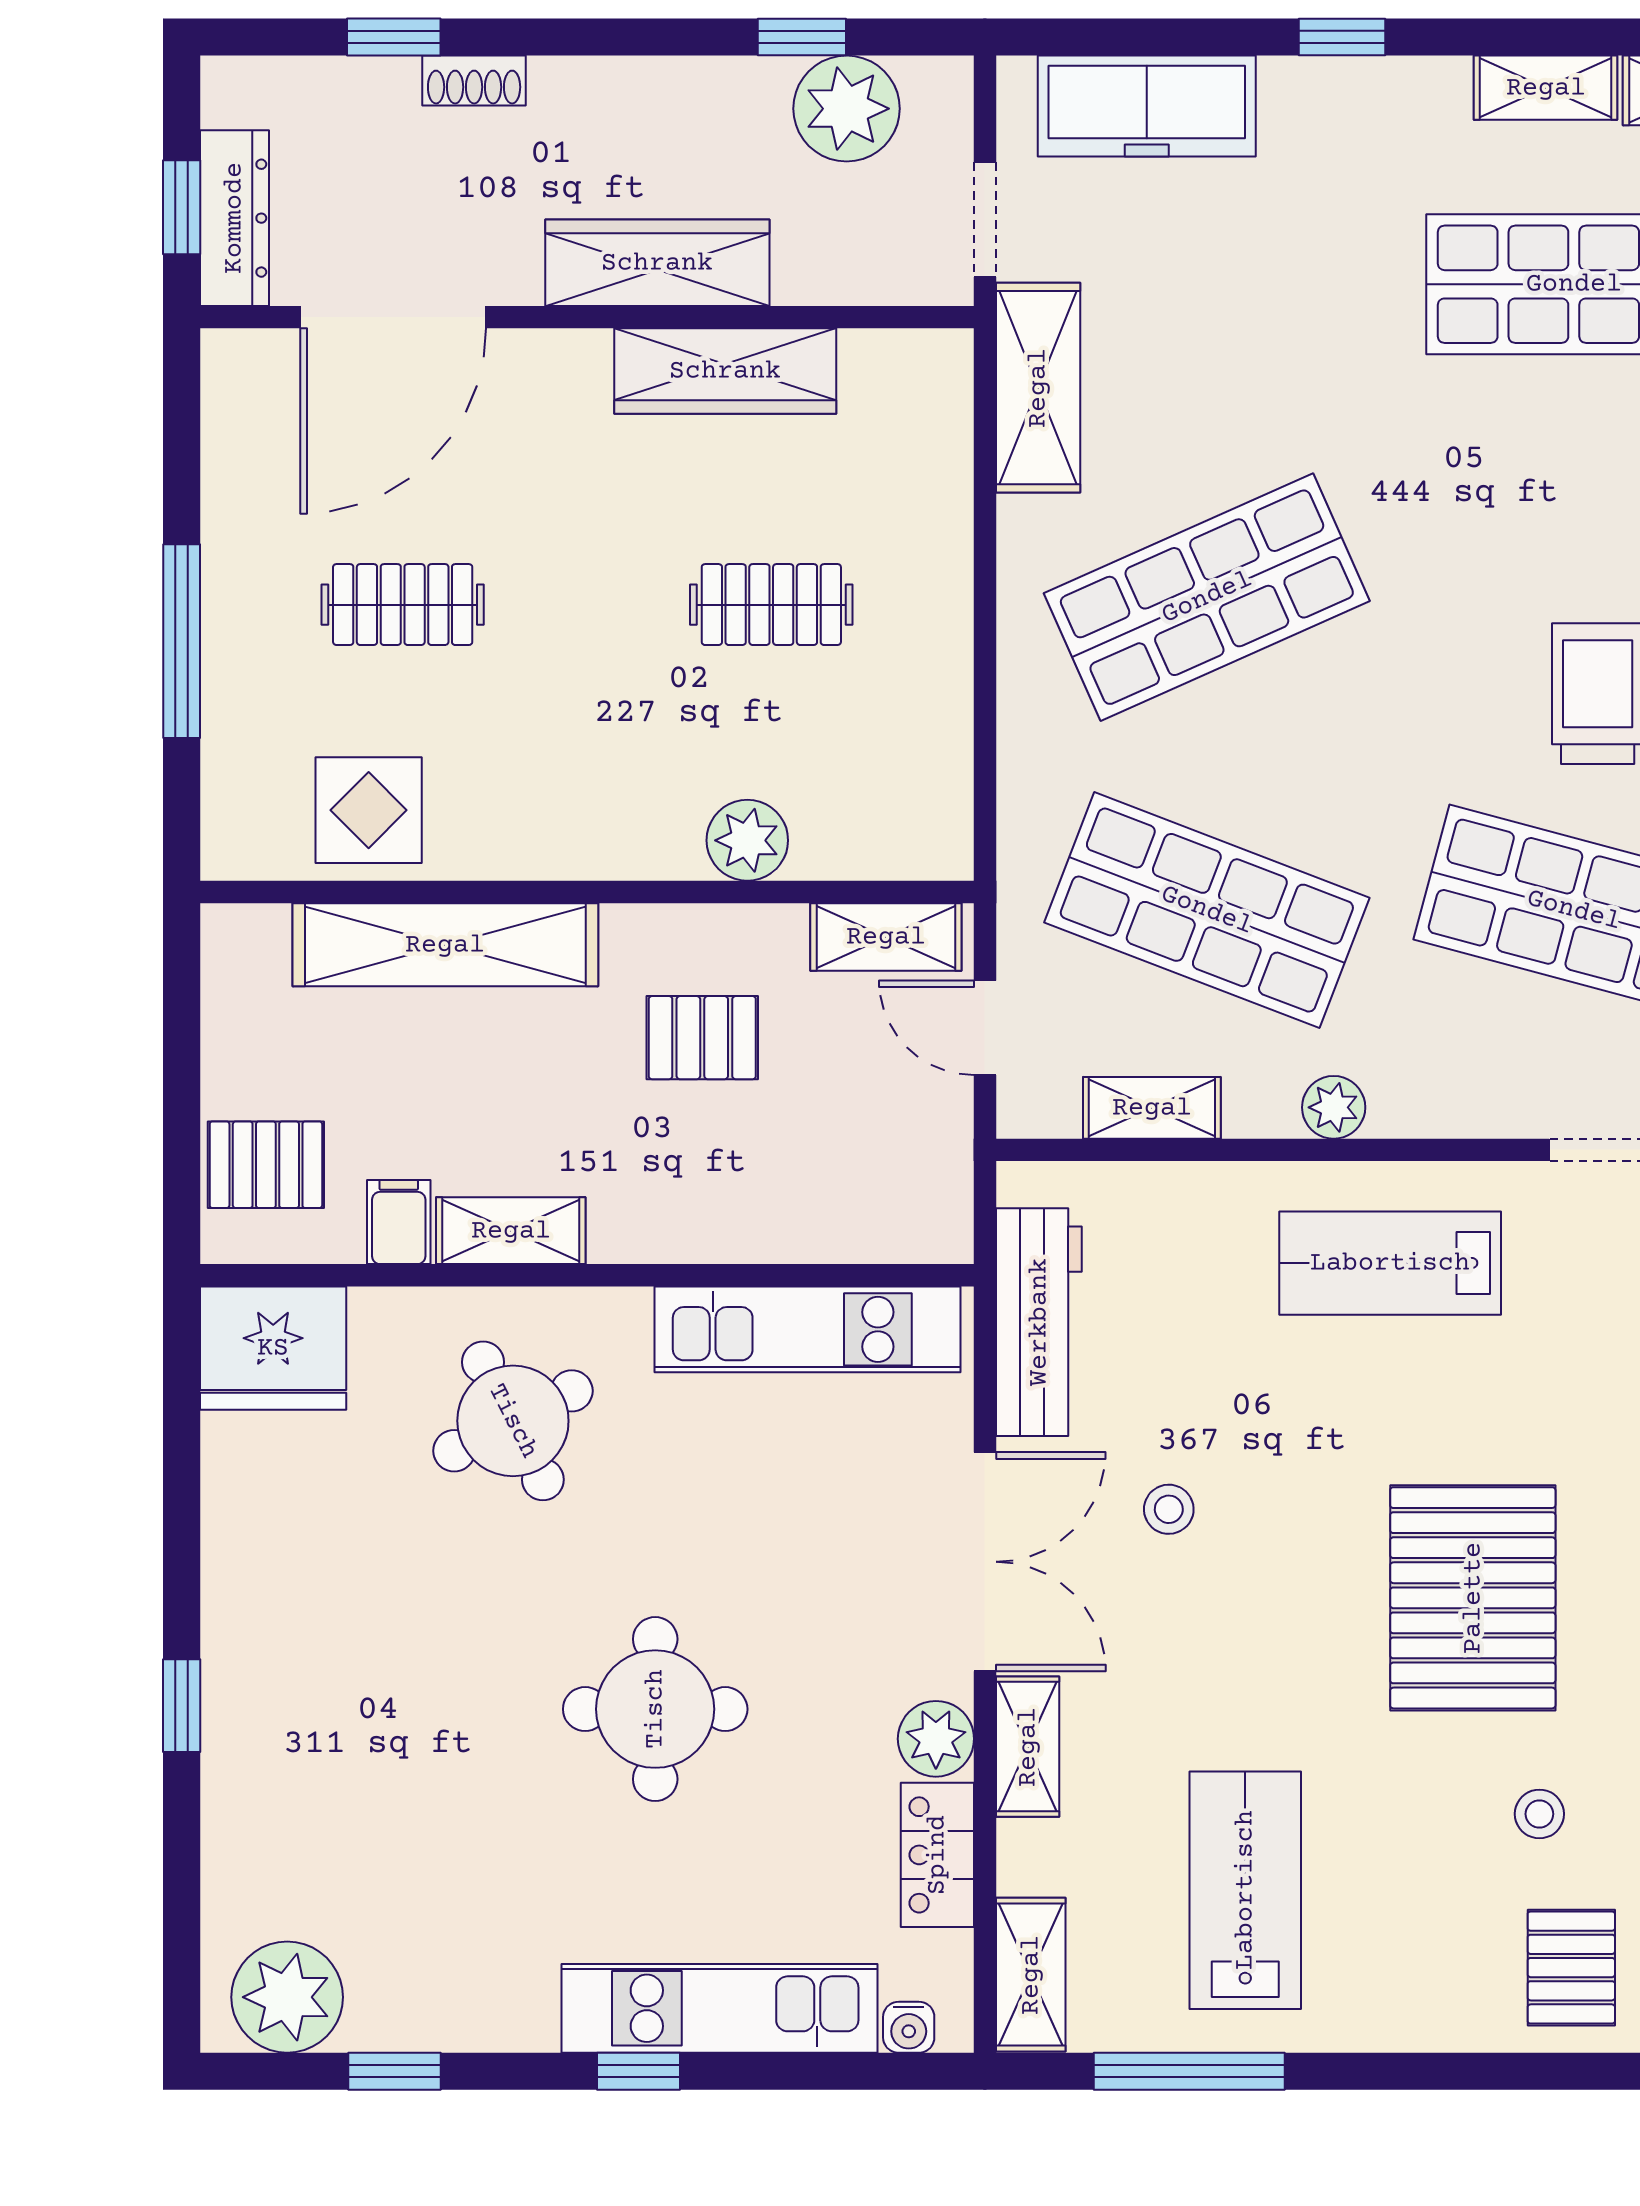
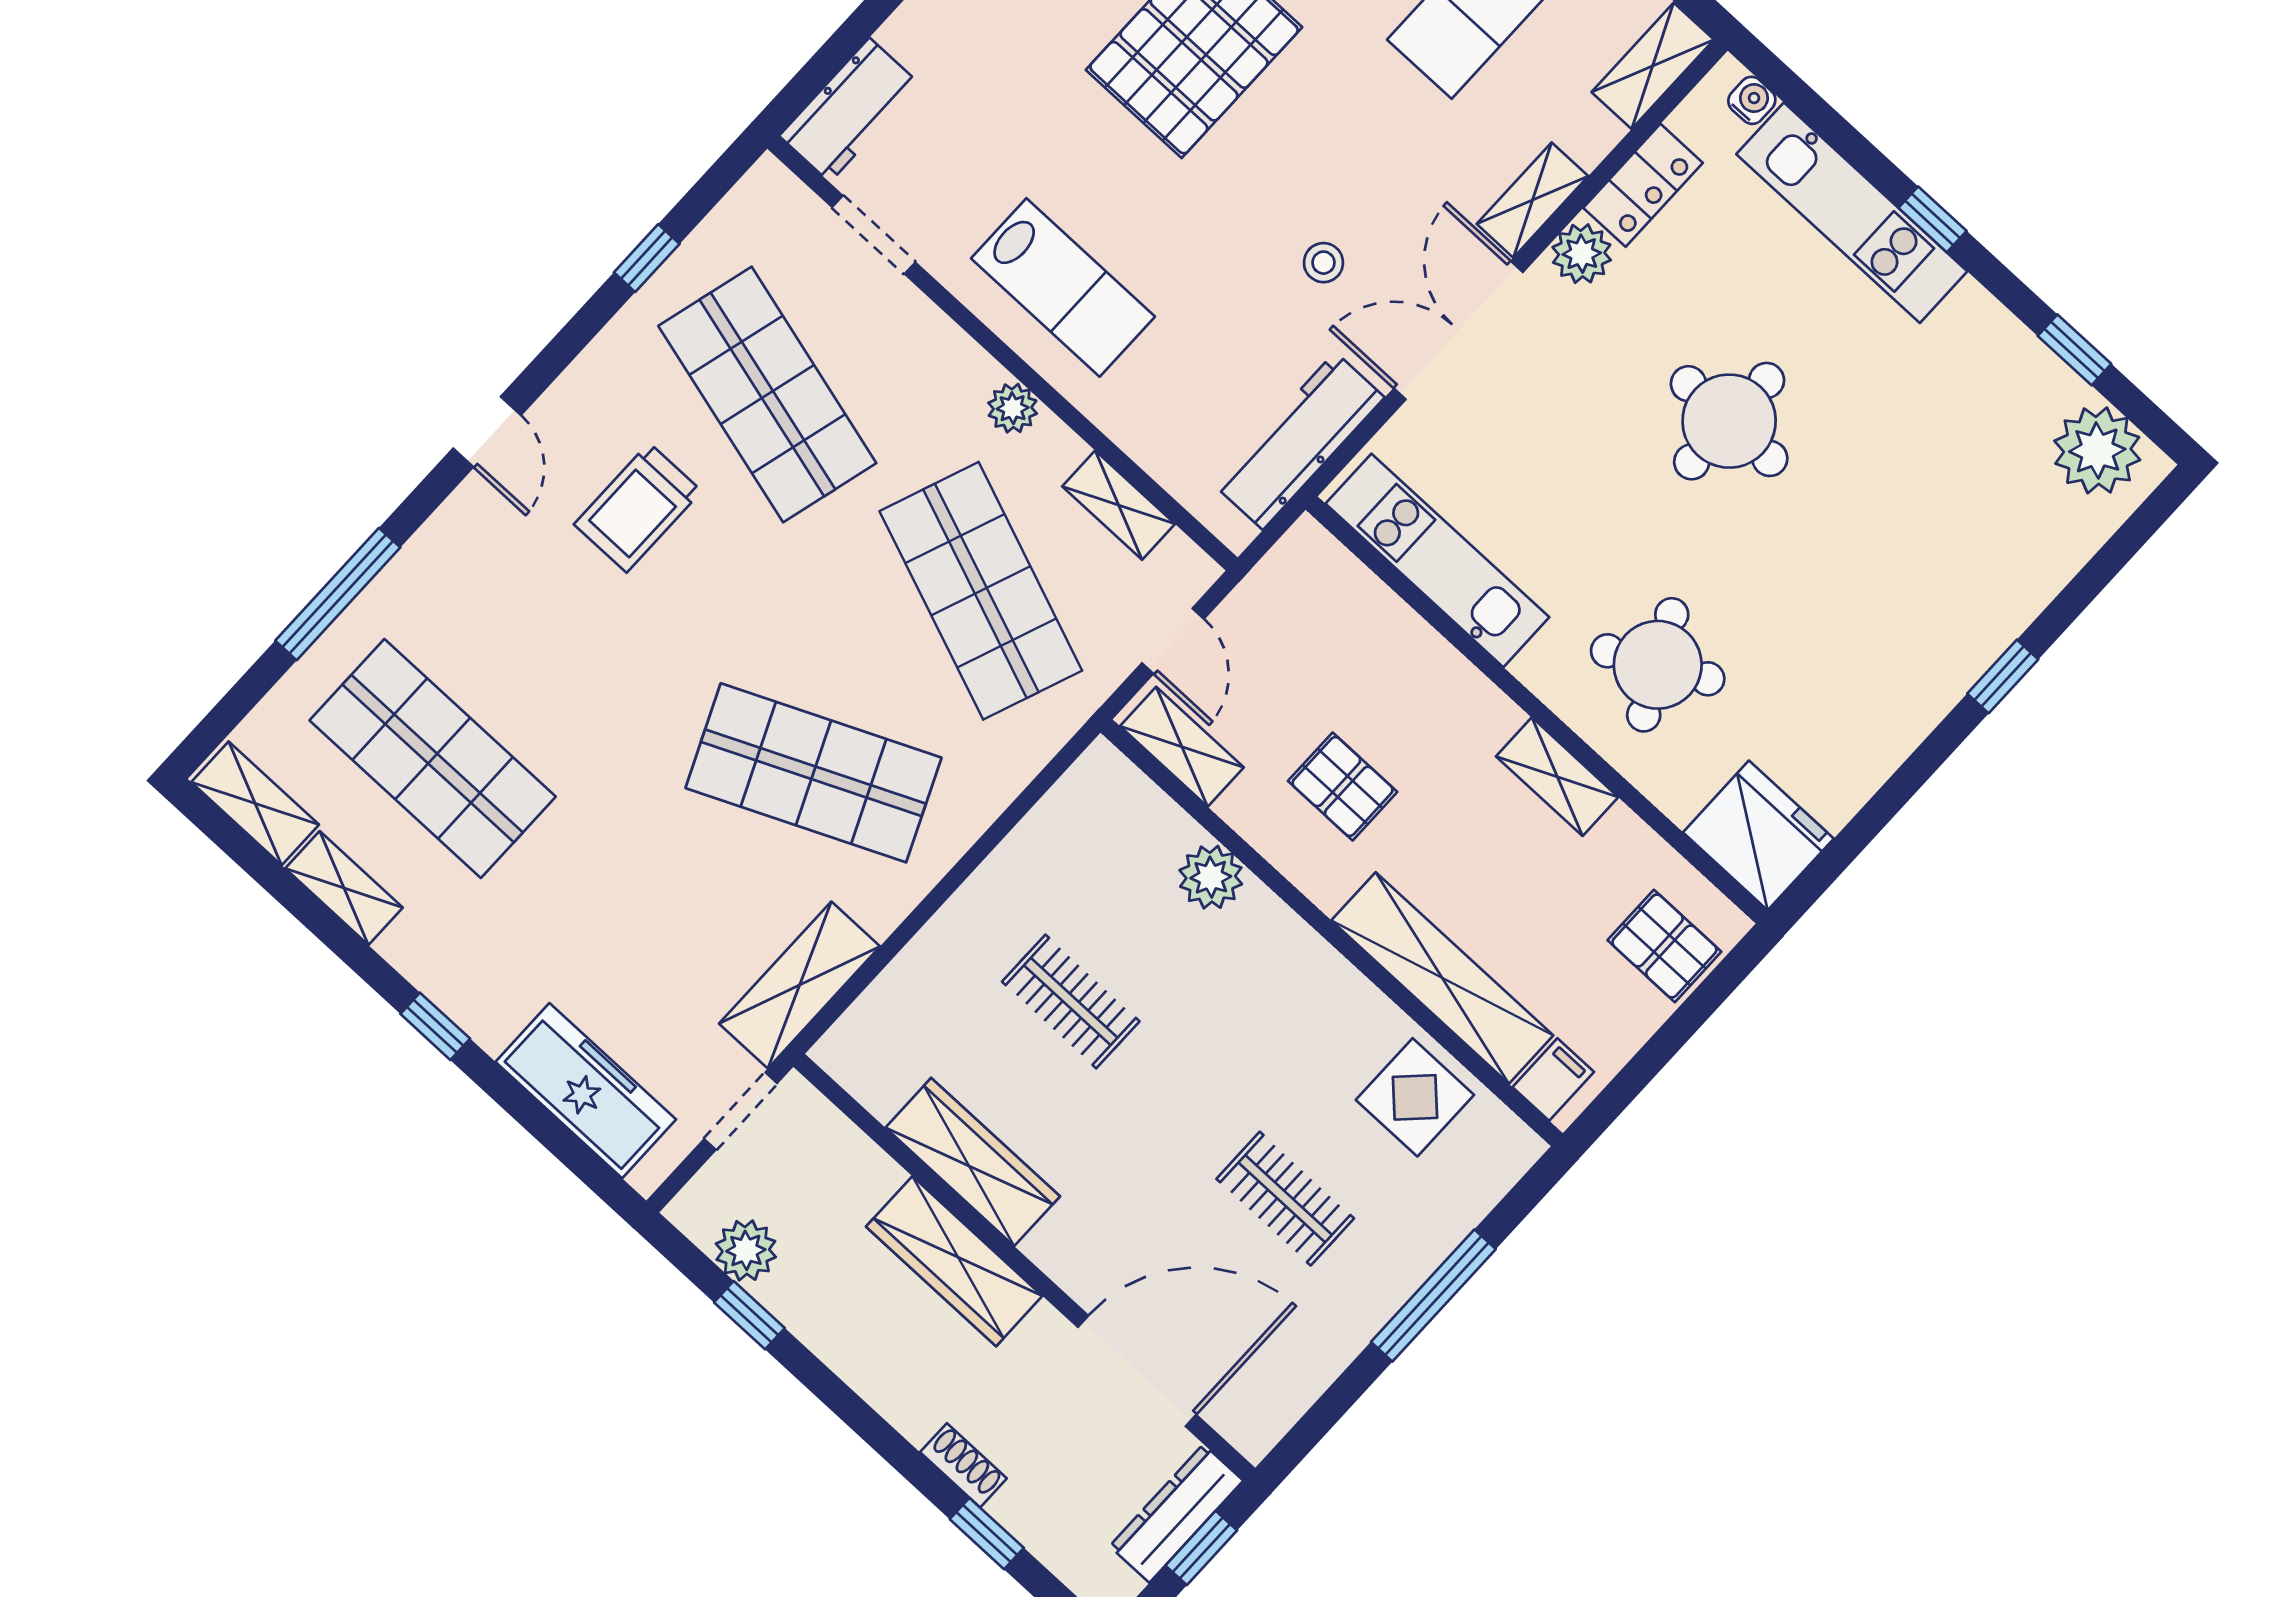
plant: (847, 109) -> (746, 1250), width x0.73, depth x0.73
filing cabinet: (399, 1222) -> (1553, 1079), moved, turned 180

